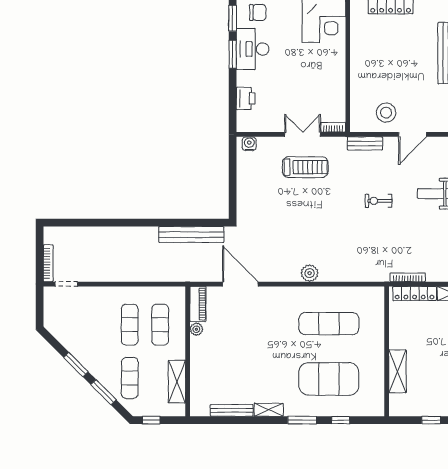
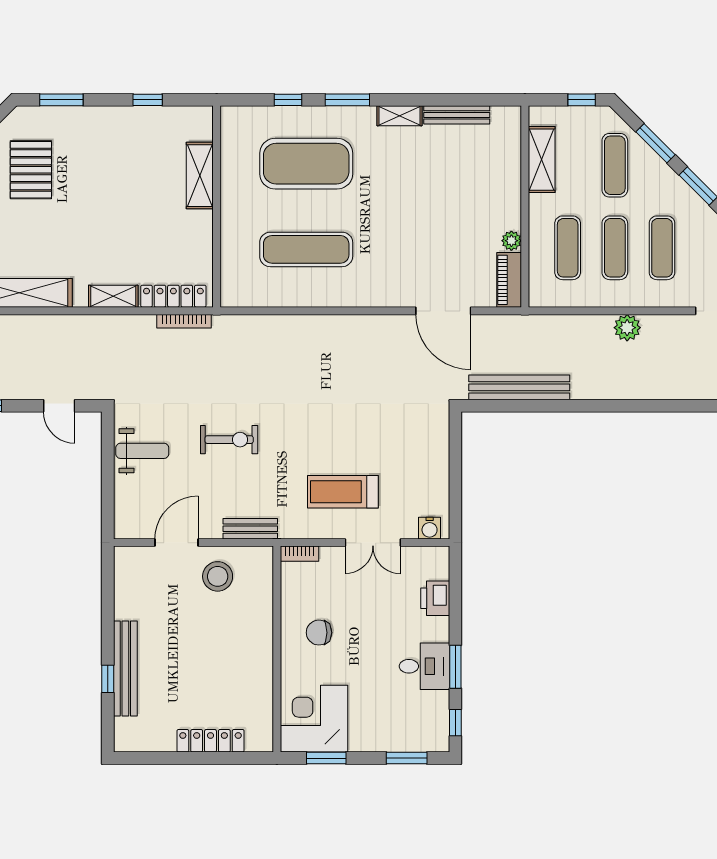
chair: (258, 12) -> (319, 633), moved
window: (233, 18) -> (455, 723), width x0.67
desk: (253, 49) -> (424, 666), width x0.73
double door: (303, 134) -> (373, 543), moved
exercise bike: (379, 201) -> (229, 440), width x1.38, depth x1.39
plant: (310, 273) -> (627, 328), moved
exercise mat: (99, 325) -> (662, 248), added

